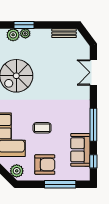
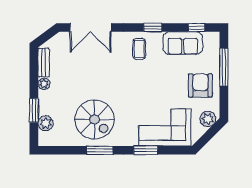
plant: (25, 33) -> (44, 84), moved
double door: (93, 72) -> (91, 28), width x1.37
window: (93, 125) -> (153, 28), width x0.46
coffee table: (42, 128) -> (139, 49), moved

